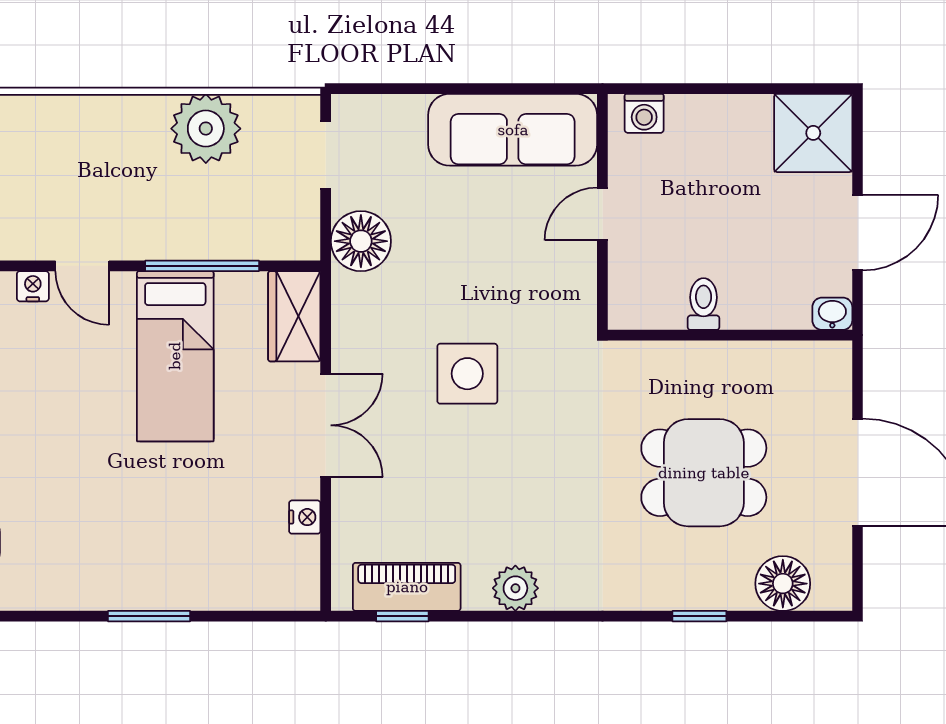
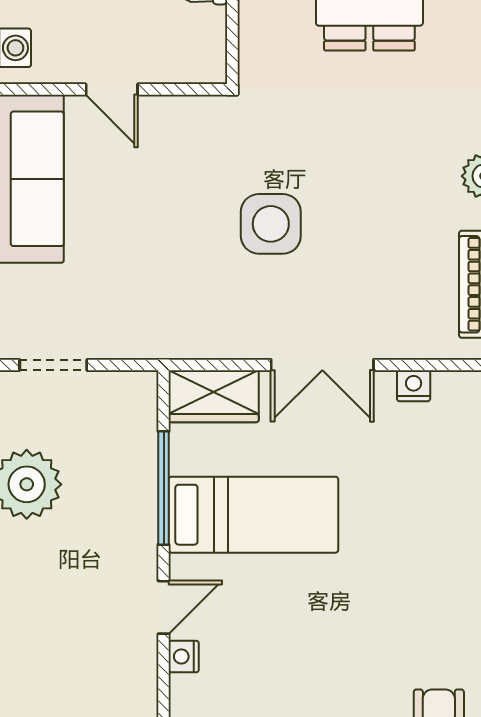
floor lamp: (361, 241) -> (139, 330), removed
double door: (326, 425) -> (322, 365), swing flipped

